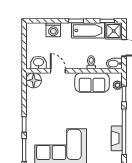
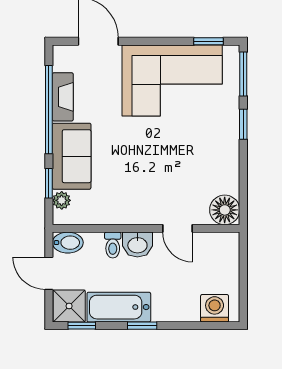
washing machine: (53, 30) -> (215, 308), moved
washbasin: (39, 63) -> (137, 245), moved
sofa: (92, 82) -> (72, 156), moved, turned 90

